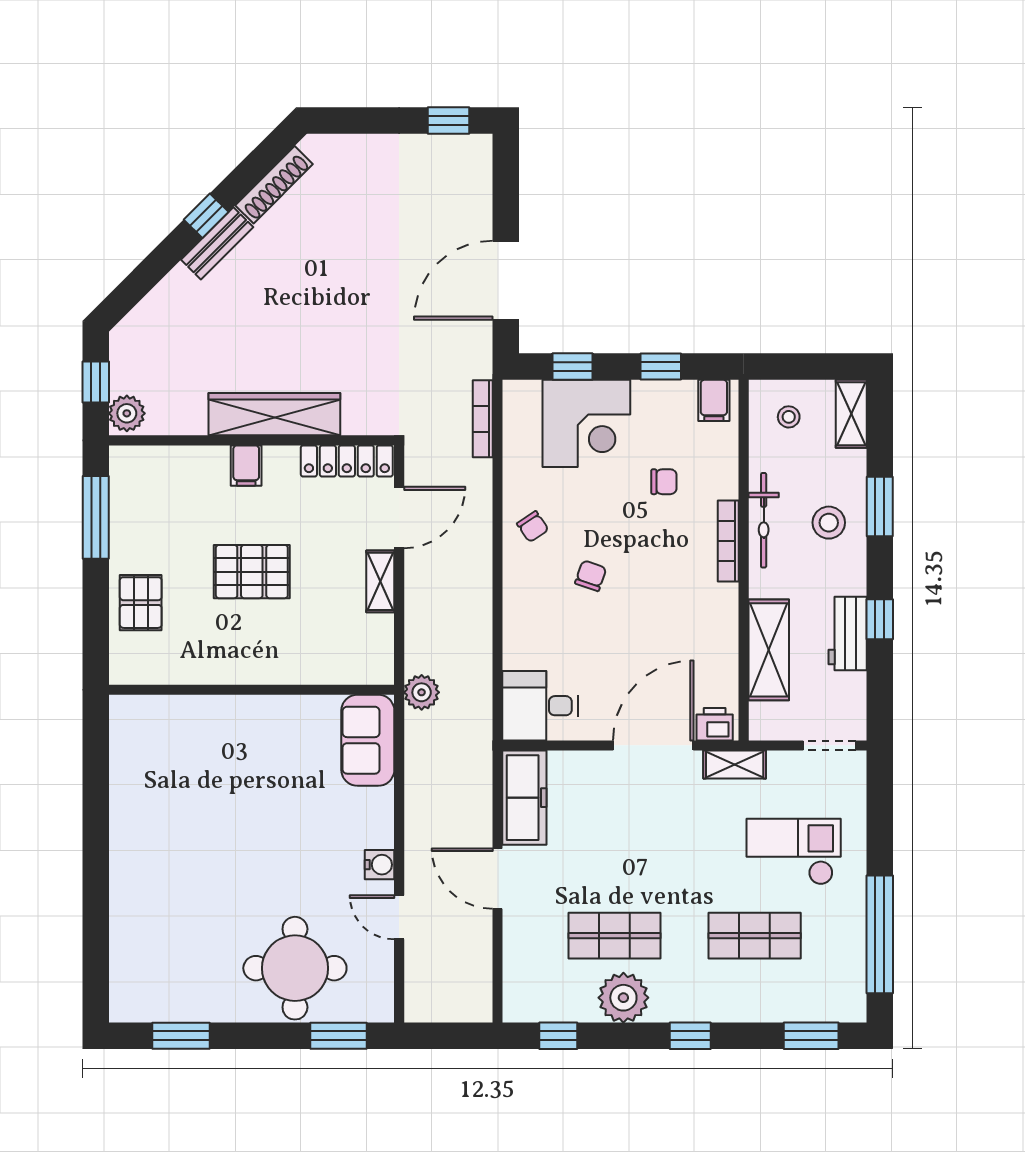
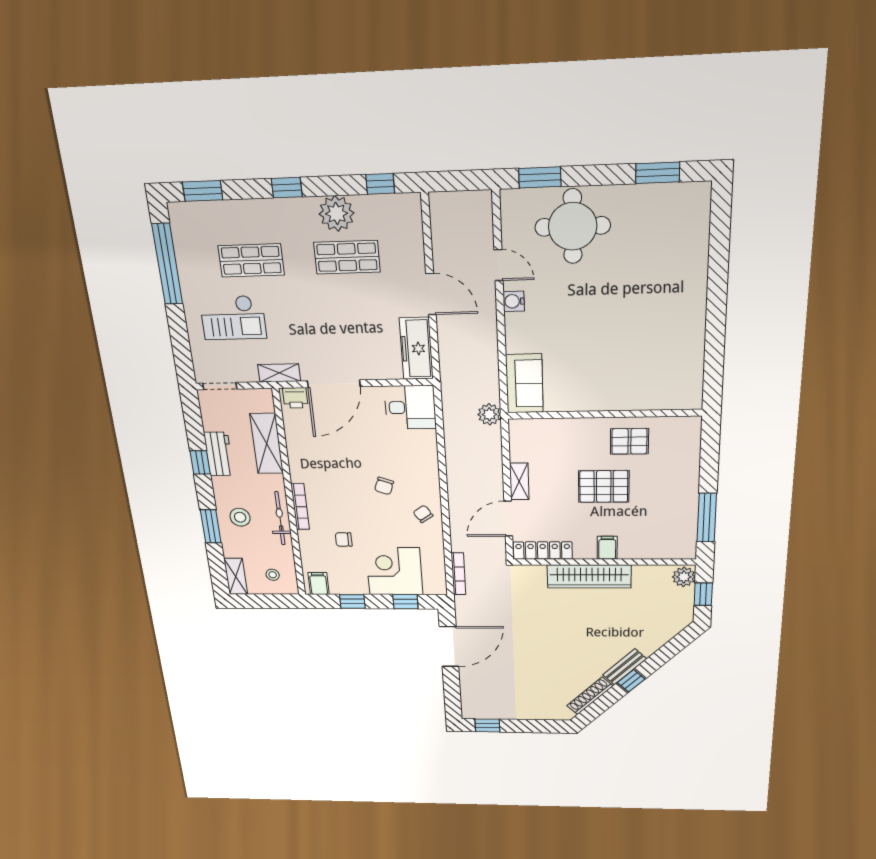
pallet: (141, 603) -> (629, 441), moved, turned 90

